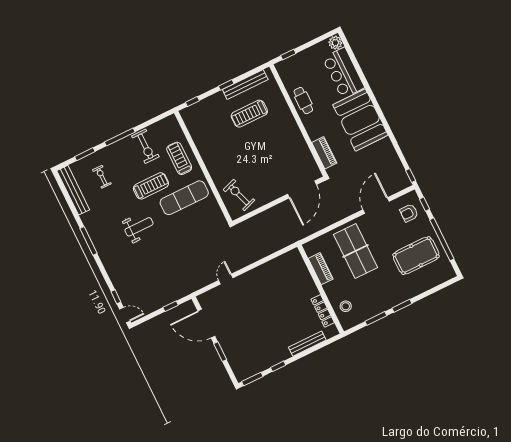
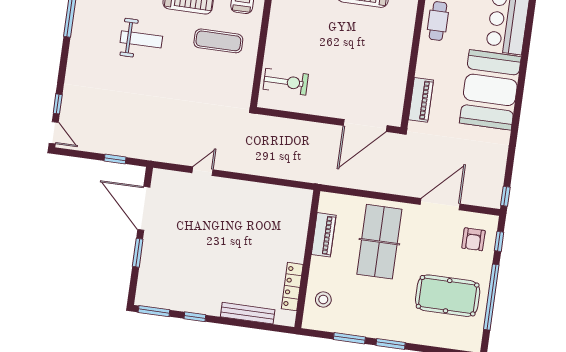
exercise bike: (239, 195) -> (286, 82), turned 109
exercise mat: (184, 198) -> (218, 41), width x0.73, depth x0.69
armchair: (409, 213) -> (473, 239), turned -90

